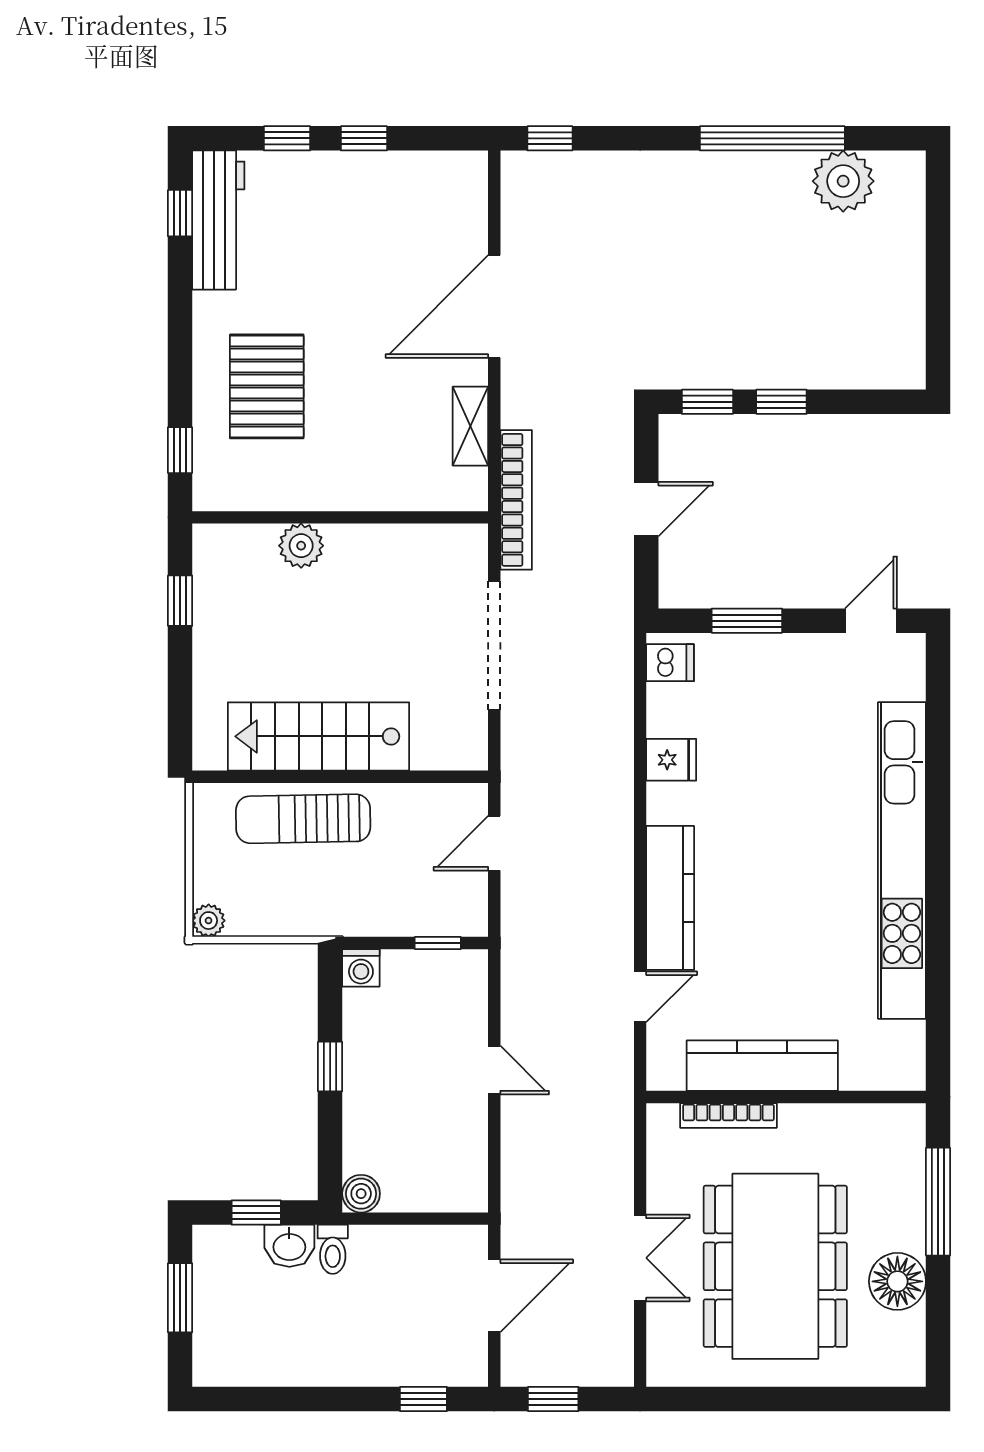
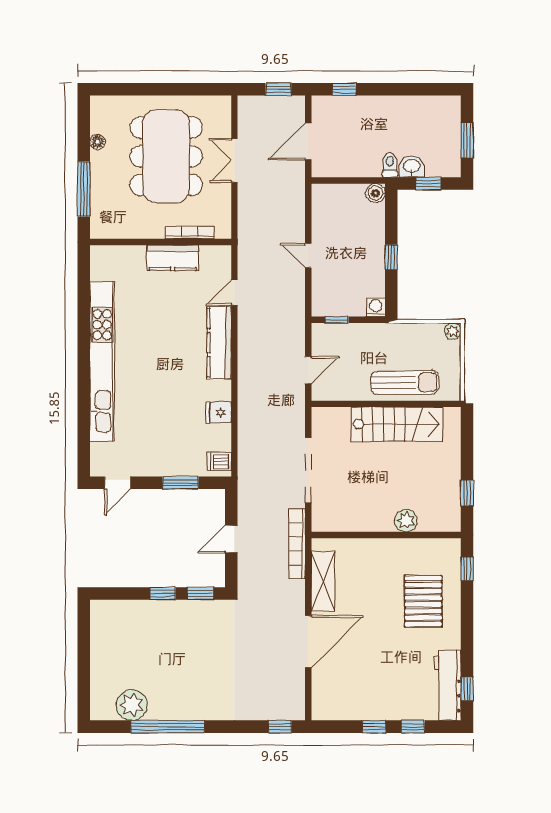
shelving: (470, 426) -> (323, 581), width x1.50, depth x1.33
kitchen counter: (762, 1066) -> (173, 258), width x0.67
floor lamp: (897, 1281) -> (98, 142), width x0.53, depth x0.53

